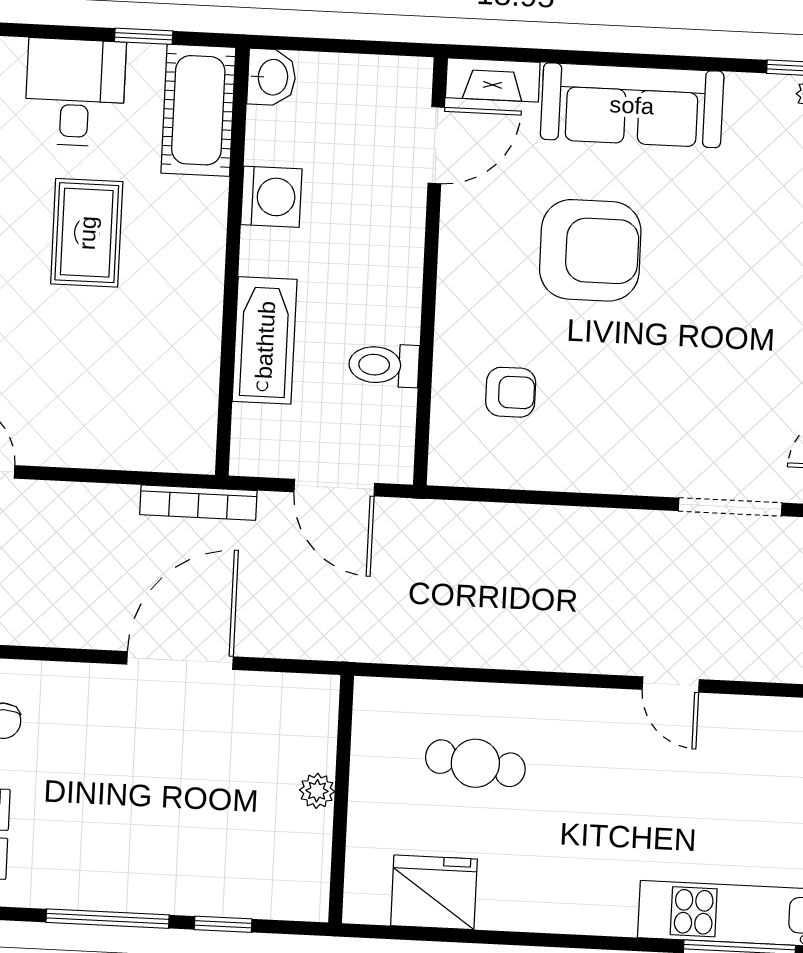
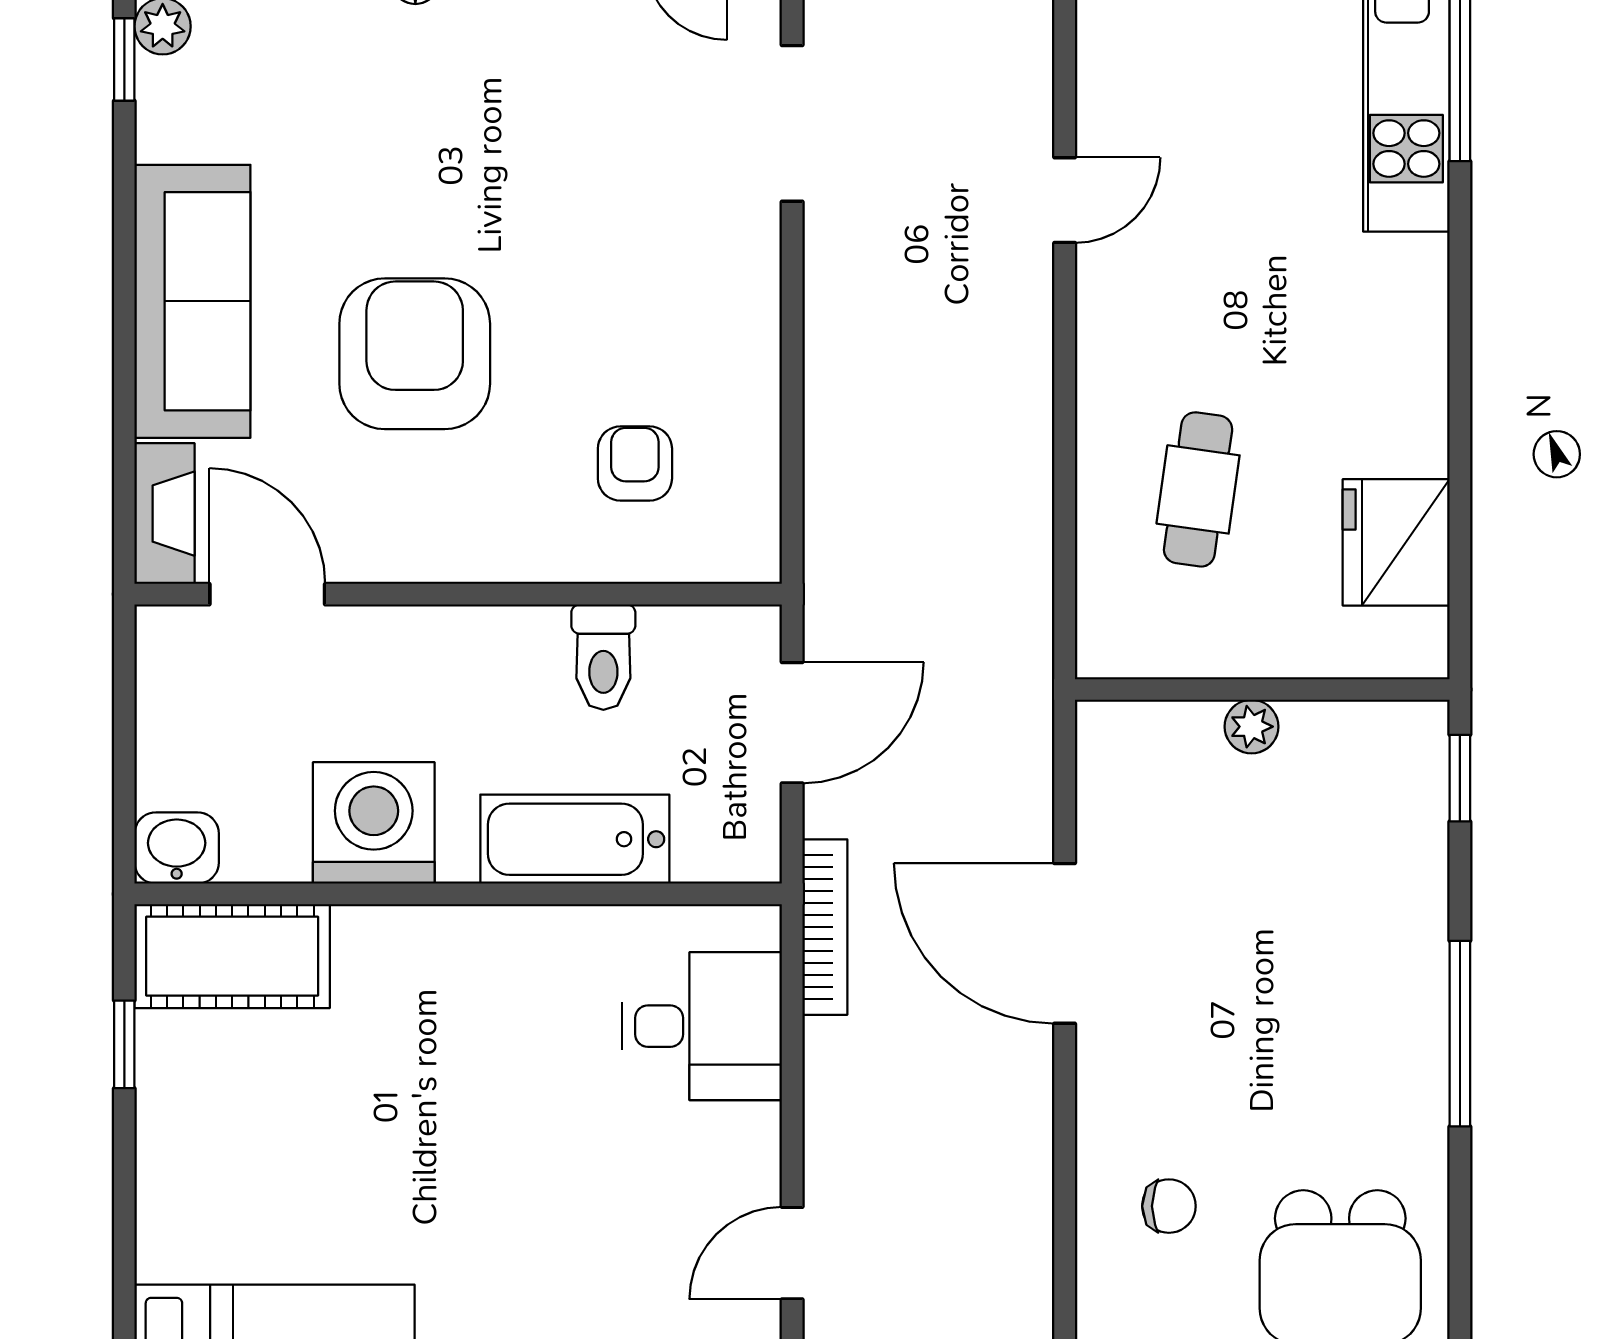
desk: (75, 92) -> (702, 1026), moved, turned 180
washing machine: (271, 197) -> (374, 823), width x1.37, depth x1.37
rug: (87, 233) -> (425, 1116), removed
window: (223, 924) -> (1460, 778), moved

